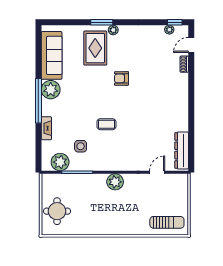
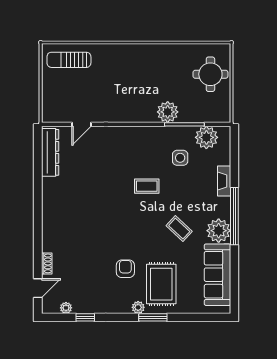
window: (175, 22) -> (85, 317), moved
armchair: (121, 78) -> (125, 269), moved, turned -90
coffee table: (81, 91) -> (179, 229), added
plant: (115, 182) -> (168, 112), moved

